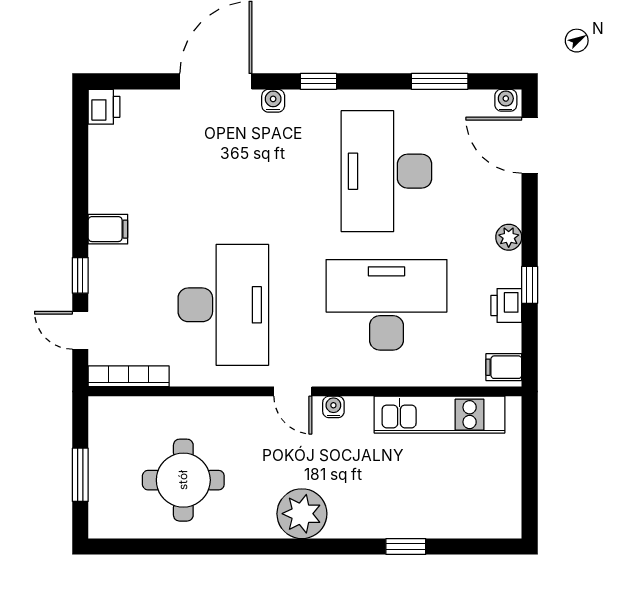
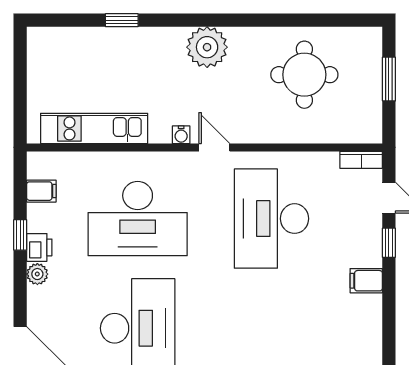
printer: (506, 305) -> (39, 247), moved
filing cabinet: (504, 367) -> (41, 191), moved
bookcase: (129, 376) -> (361, 160), width x0.64

